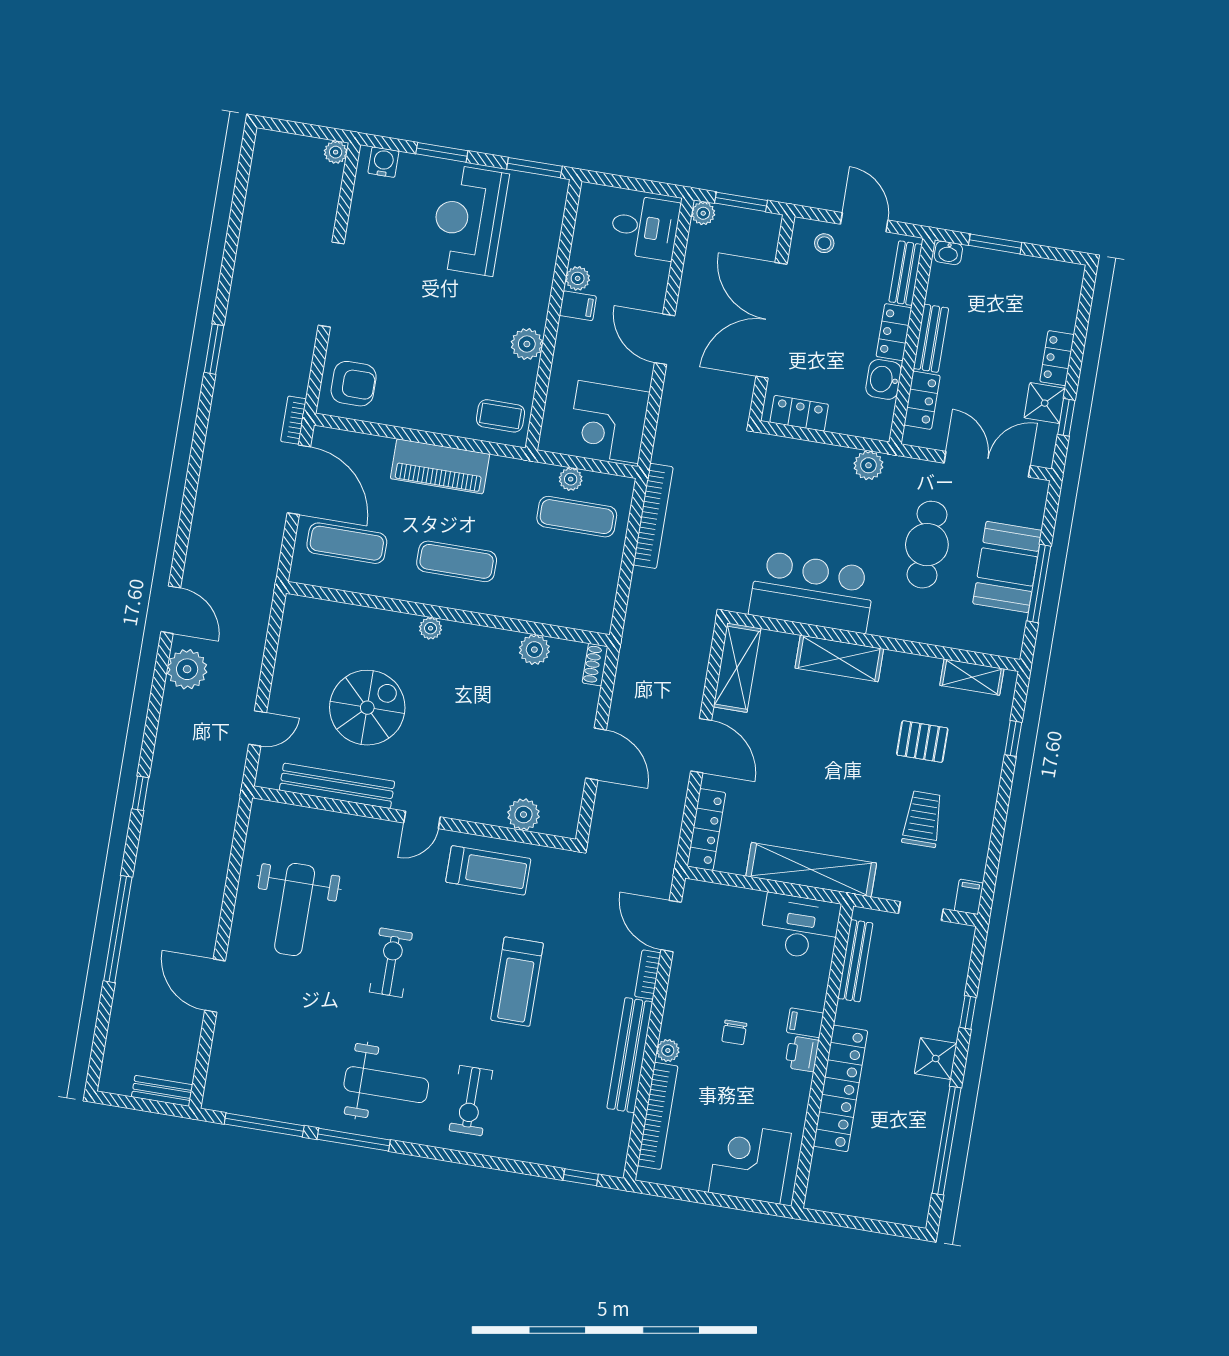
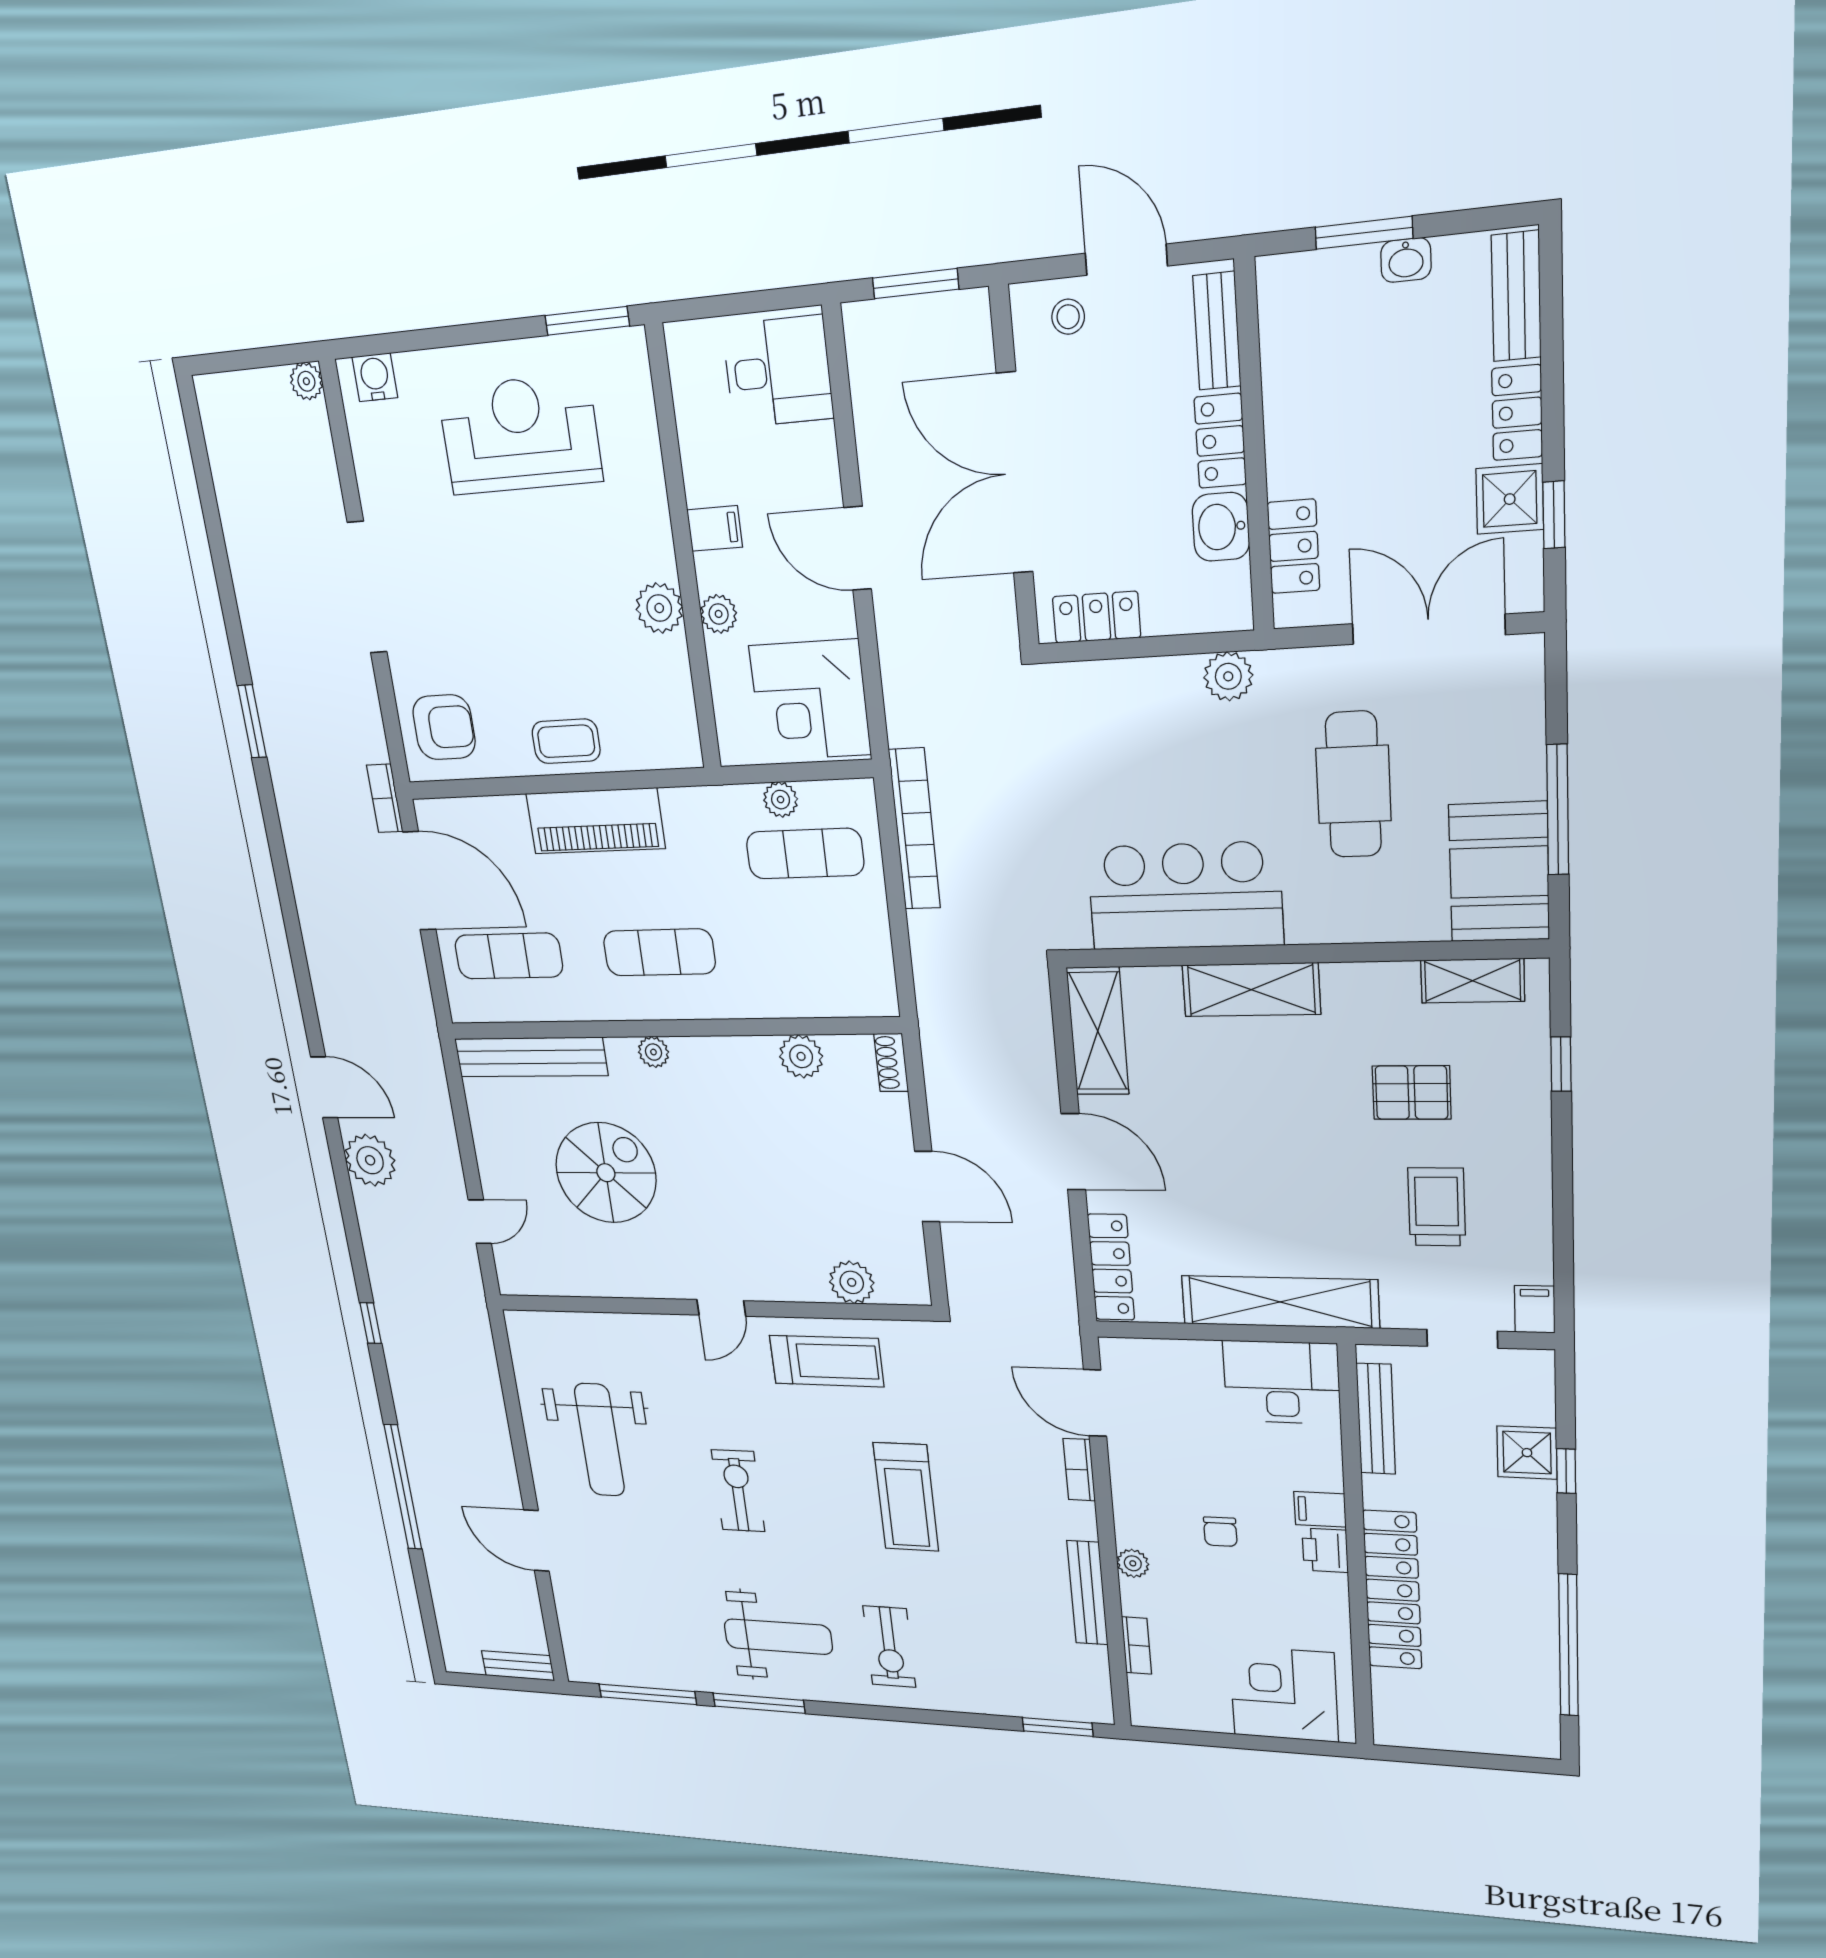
window: (442, 152) -> (449, 336), removed
plant: (703, 213) -> (861, 321), removed
reception desk: (469, 220) -> (520, 435), turned 90
washbasin: (948, 253) -> (1406, 260), moved
plant: (578, 278) -> (719, 614), moved
bench: (931, 338) -> (1516, 296), moved
coffee table: (500, 416) -> (566, 741), moved
booth: (1007, 567) -> (1499, 872), moved
bench: (337, 786) -> (531, 1057), moved
bench: (630, 1055) -> (1087, 1593), width x0.73, depth x0.82
shower: (936, 1059) -> (1527, 1453), moved
bookcase: (658, 1116) -> (1136, 1645), width x0.43, depth x0.76
window: (581, 1177) -> (1058, 1727), width x1.50

